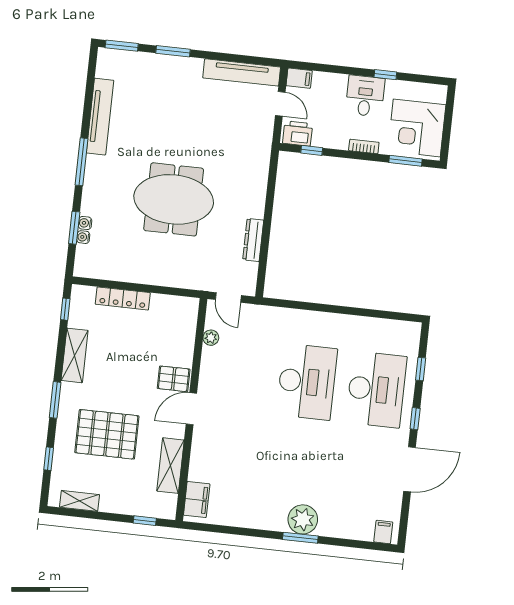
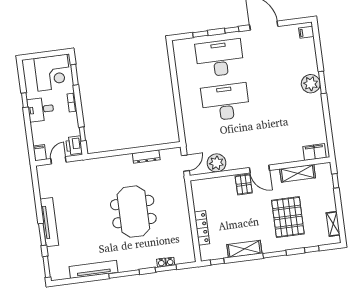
tv unit: (242, 72) -> (49, 222), moved
plant: (211, 338) -> (216, 163), width x1.87, depth x1.87

